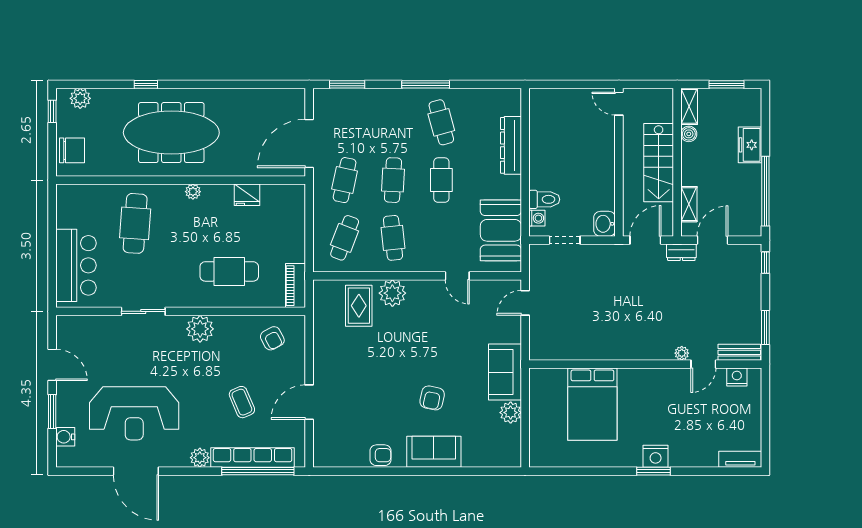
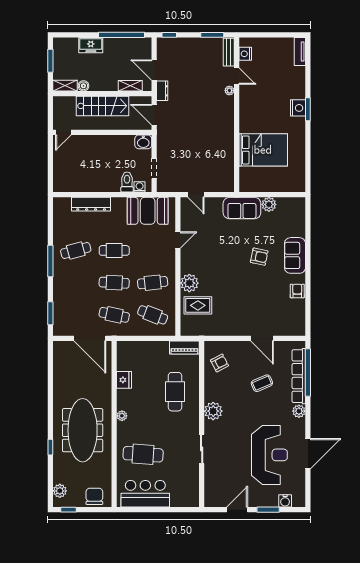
bar counter: (76, 265) -> (145, 494), moved

